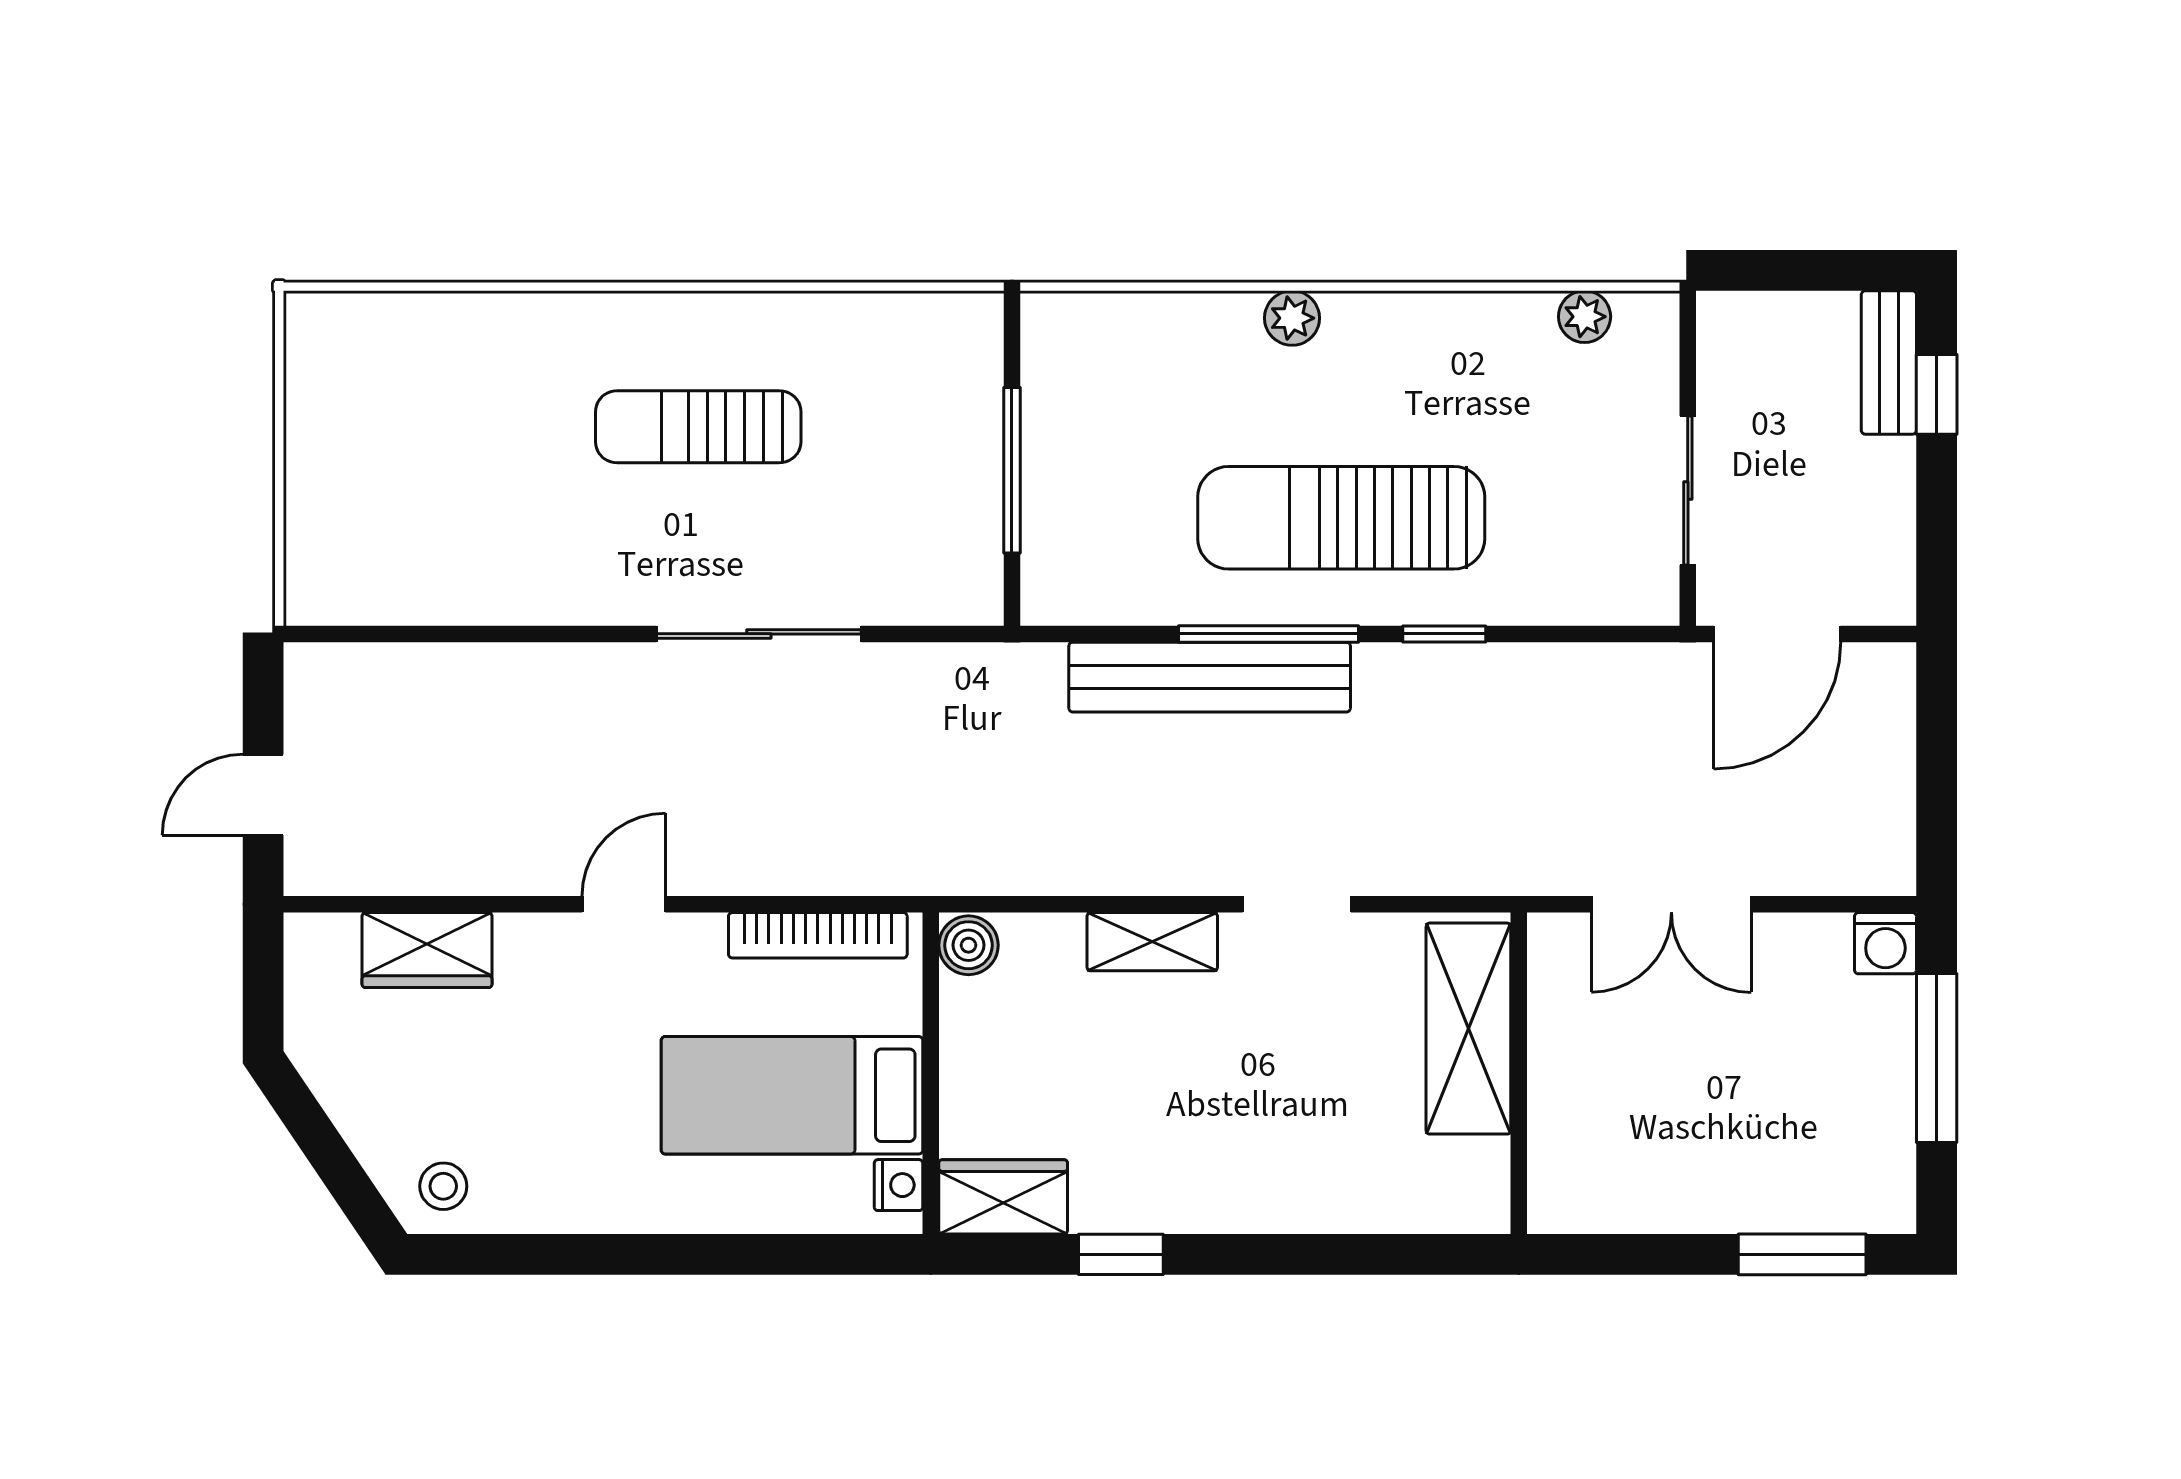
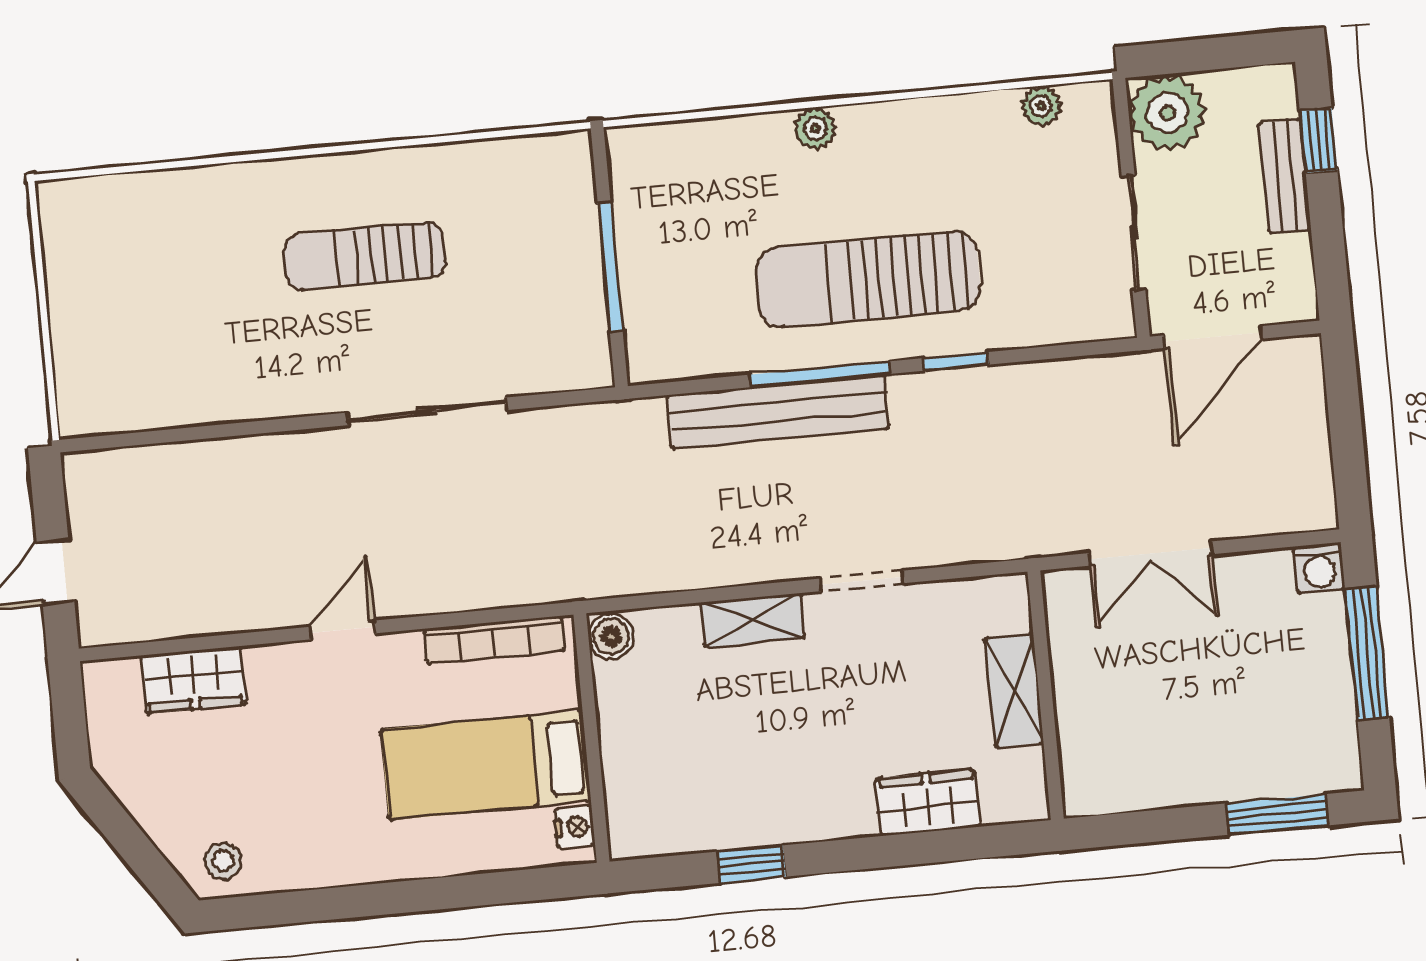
plant: (1746, 341) -> (1167, 113), added
bench: (1889, 362) -> (1285, 176), moved
shelving: (1468, 1029) -> (1014, 691), width x0.67, depth x0.75
wardrobe: (1003, 1197) -> (928, 803), moved

